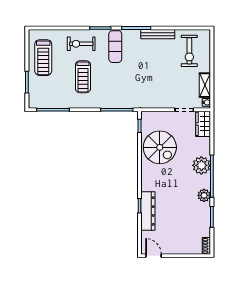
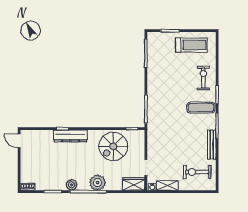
treadmill: (43, 58) -> (191, 45), turned 180
treadmill: (83, 77) -> (175, 80), removed
dresser: (148, 211) -> (70, 136), moved
door: (153, 256) -> (19, 141), swing flipped

